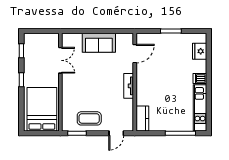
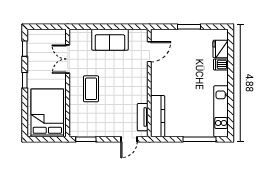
double door: (60, 60) -> (68, 59), swing flipped
dishwasher: (200, 79) -> (221, 64), moved
tv unit: (129, 86) -> (143, 117), moved
coffee table: (89, 118) -> (91, 89), moved, turned 90
kitchen counter: (142, 119) -> (158, 116), width x1.50

